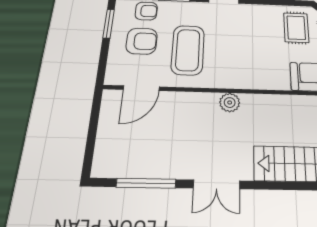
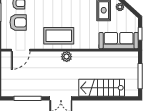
coffee table: (188, 50) -> (59, 36), moved, turned 90

